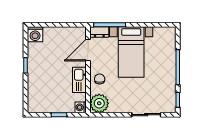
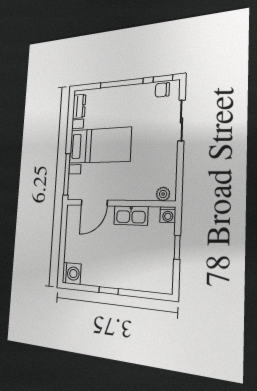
dresser: (99, 32) -> (79, 106), moved
door: (88, 50) -> (94, 203), hinge flipped
chair: (100, 79) -> (162, 90), moved
plant: (99, 103) -> (163, 194), width x0.53, depth x0.53

